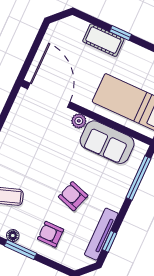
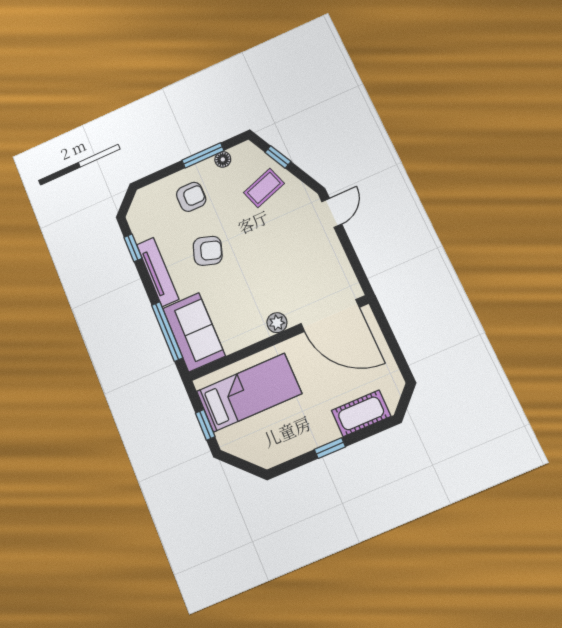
cot: (103, 40) -> (361, 413), moved
sofa: (107, 142) -> (194, 332), moved, turned 90
tv unit: (101, 234) -> (158, 272), moved

